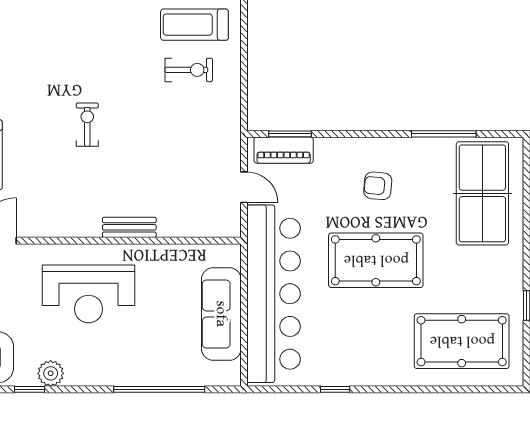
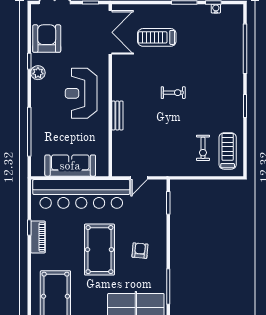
piano: (284, 150) -> (38, 237), moved, turned 180

